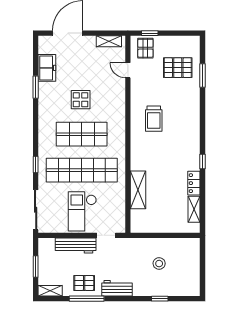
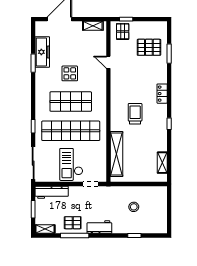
freezer: (47, 68) -> (42, 52), width x1.40
door: (128, 70) -> (108, 62), moved
trolley: (154, 119) -> (135, 114), moved, turned 180
locker: (194, 183) -> (162, 94), moved
shelving: (138, 190) -> (117, 154), width x1.47
workbench: (76, 246) -> (52, 192), moved

